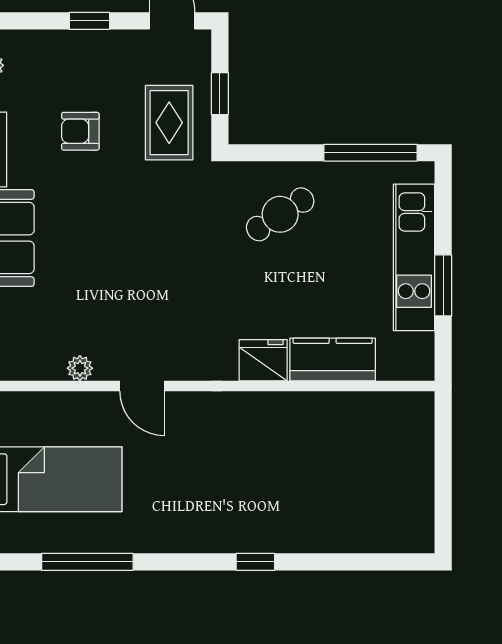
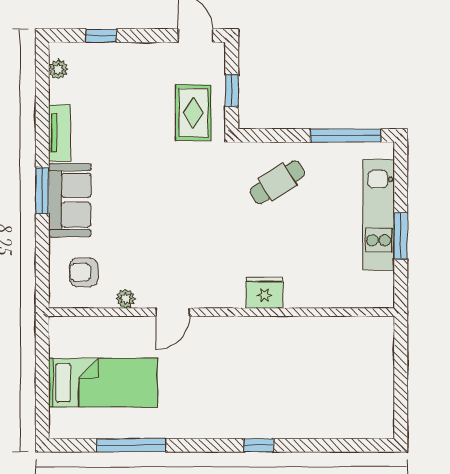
window: (89, 21) -> (101, 36), moved
armchair: (80, 131) -> (84, 272), moved
kitchen counter: (333, 360) -> (317, 292), removed
door: (142, 386) -> (173, 312), hinge flipped

